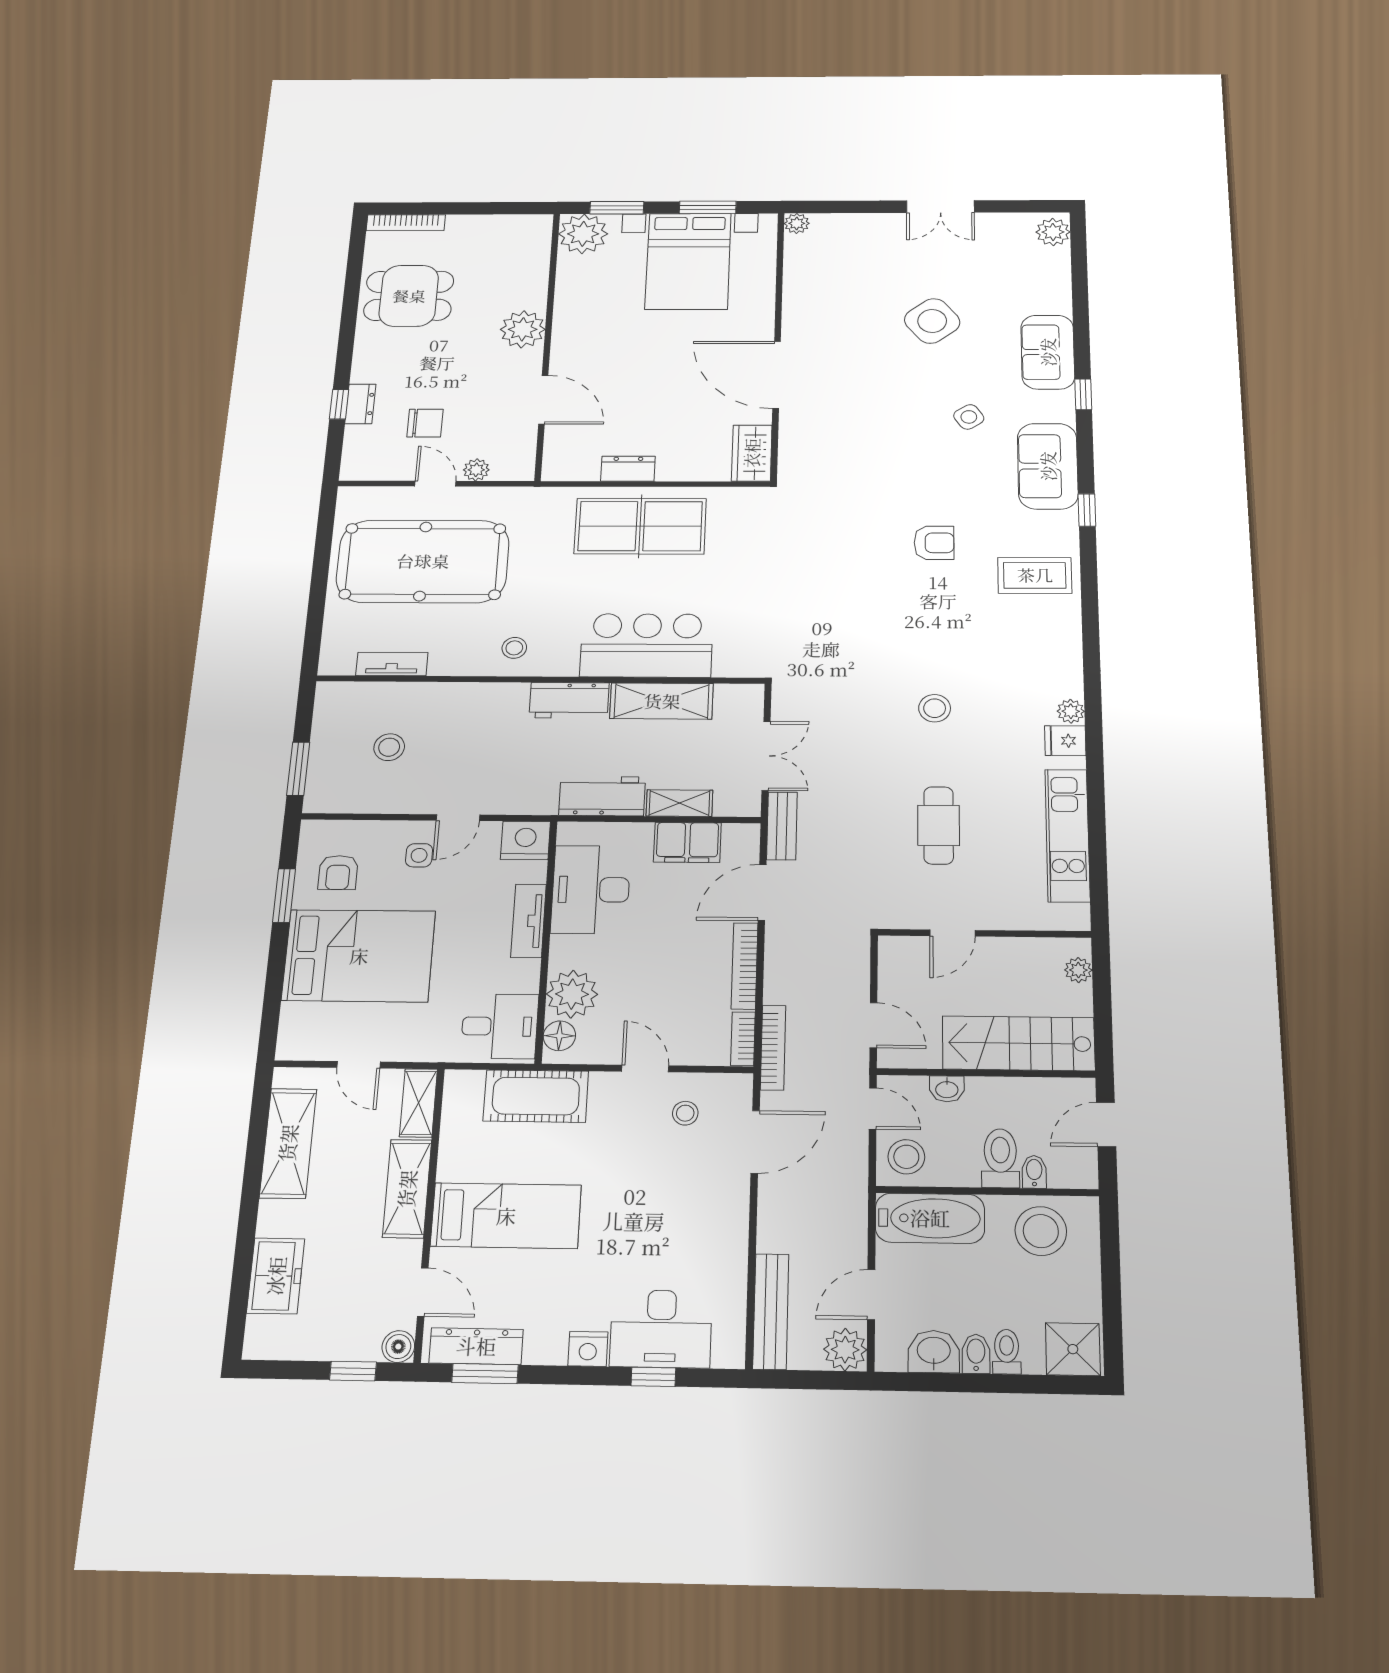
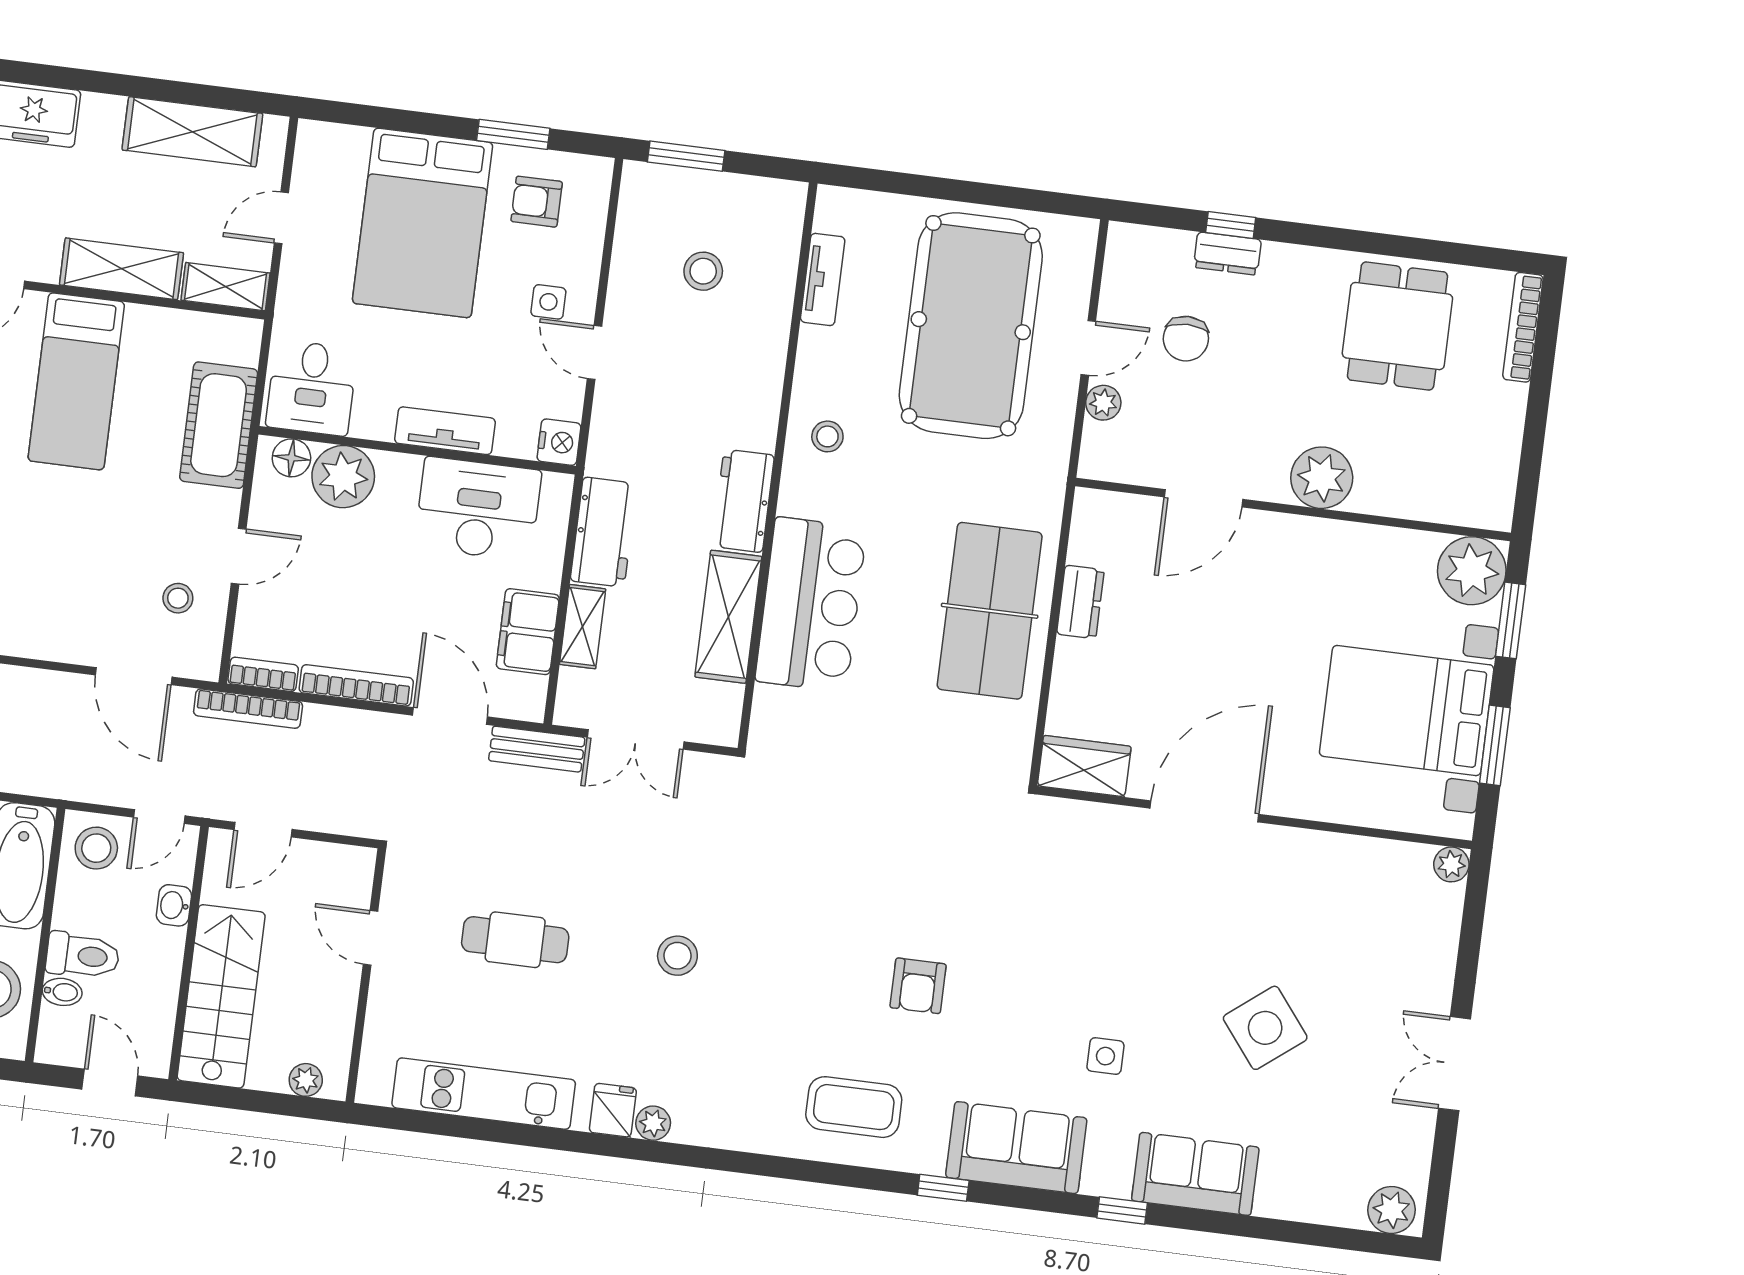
side table: (969, 417) -> (1105, 1056), turned 33
coffee table: (1035, 575) -> (854, 1107), turned 90
nightstand: (525, 840) -> (559, 442), width x0.74, depth x0.75

